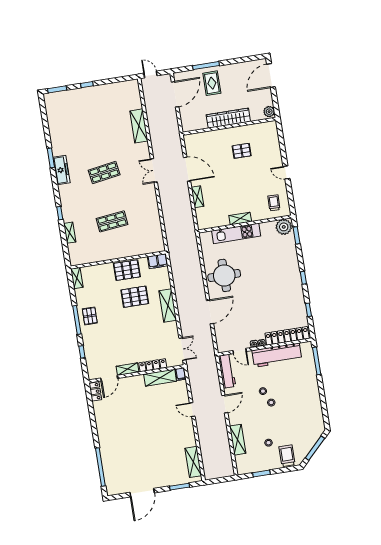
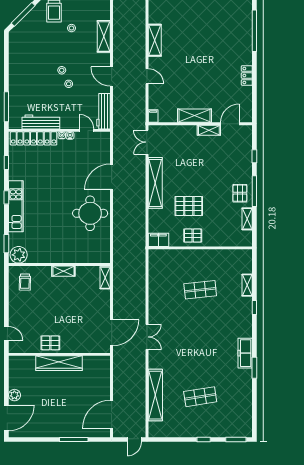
door: (150, 74) -> (134, 440), hinge flipped
rug: (212, 83) -> (71, 420), removed
plant: (269, 112) -> (14, 395), moved
wardrobe: (228, 118) -> (59, 363), moved
shelving: (139, 126) -> (155, 395), width x1.47
wall: (229, 126) -> (59, 354), moved
door: (187, 169) -> (112, 333), swing flipped
shop shelf: (104, 172) -> (200, 397), moved
door: (286, 172) -> (6, 333), moved
shelving: (197, 197) -> (105, 278), moved
kitchen unit: (236, 233) -> (16, 206), moved, turned 90
pallet: (127, 270) -> (193, 236), width x0.67, depth x0.71
shelving: (77, 278) -> (247, 219), moved
shelving: (168, 305) -> (155, 183), width x1.47
workbench: (277, 355) -> (41, 122), width x0.73, depth x0.76
locker: (153, 365) -> (181, 130), removed
shelving: (160, 378) -> (194, 116), moved
locker: (95, 391) -> (247, 76), moved
door: (225, 404) -> (112, 77), hinge flipped
shelving: (193, 462) -> (155, 40), moved

